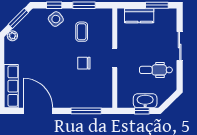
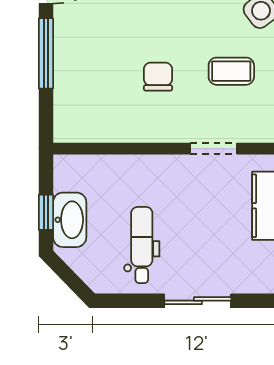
doorway: (115, 58) -> (213, 149), moved
window: (86, 111) -> (46, 53), moved

